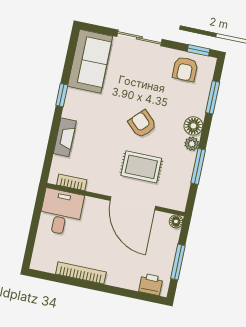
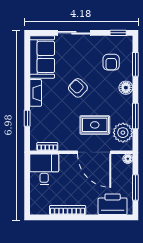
armchair: (185, 69) -> (111, 62), moved
window: (62, 95) -> (27, 118), moved
armchair: (142, 124) -> (78, 88), moved
fireplace: (65, 137) -> (36, 93), moved
plant: (192, 144) -> (123, 133), moved, width x1.87, depth x1.87
printer: (151, 284) -> (113, 204), width x1.87, depth x1.48

